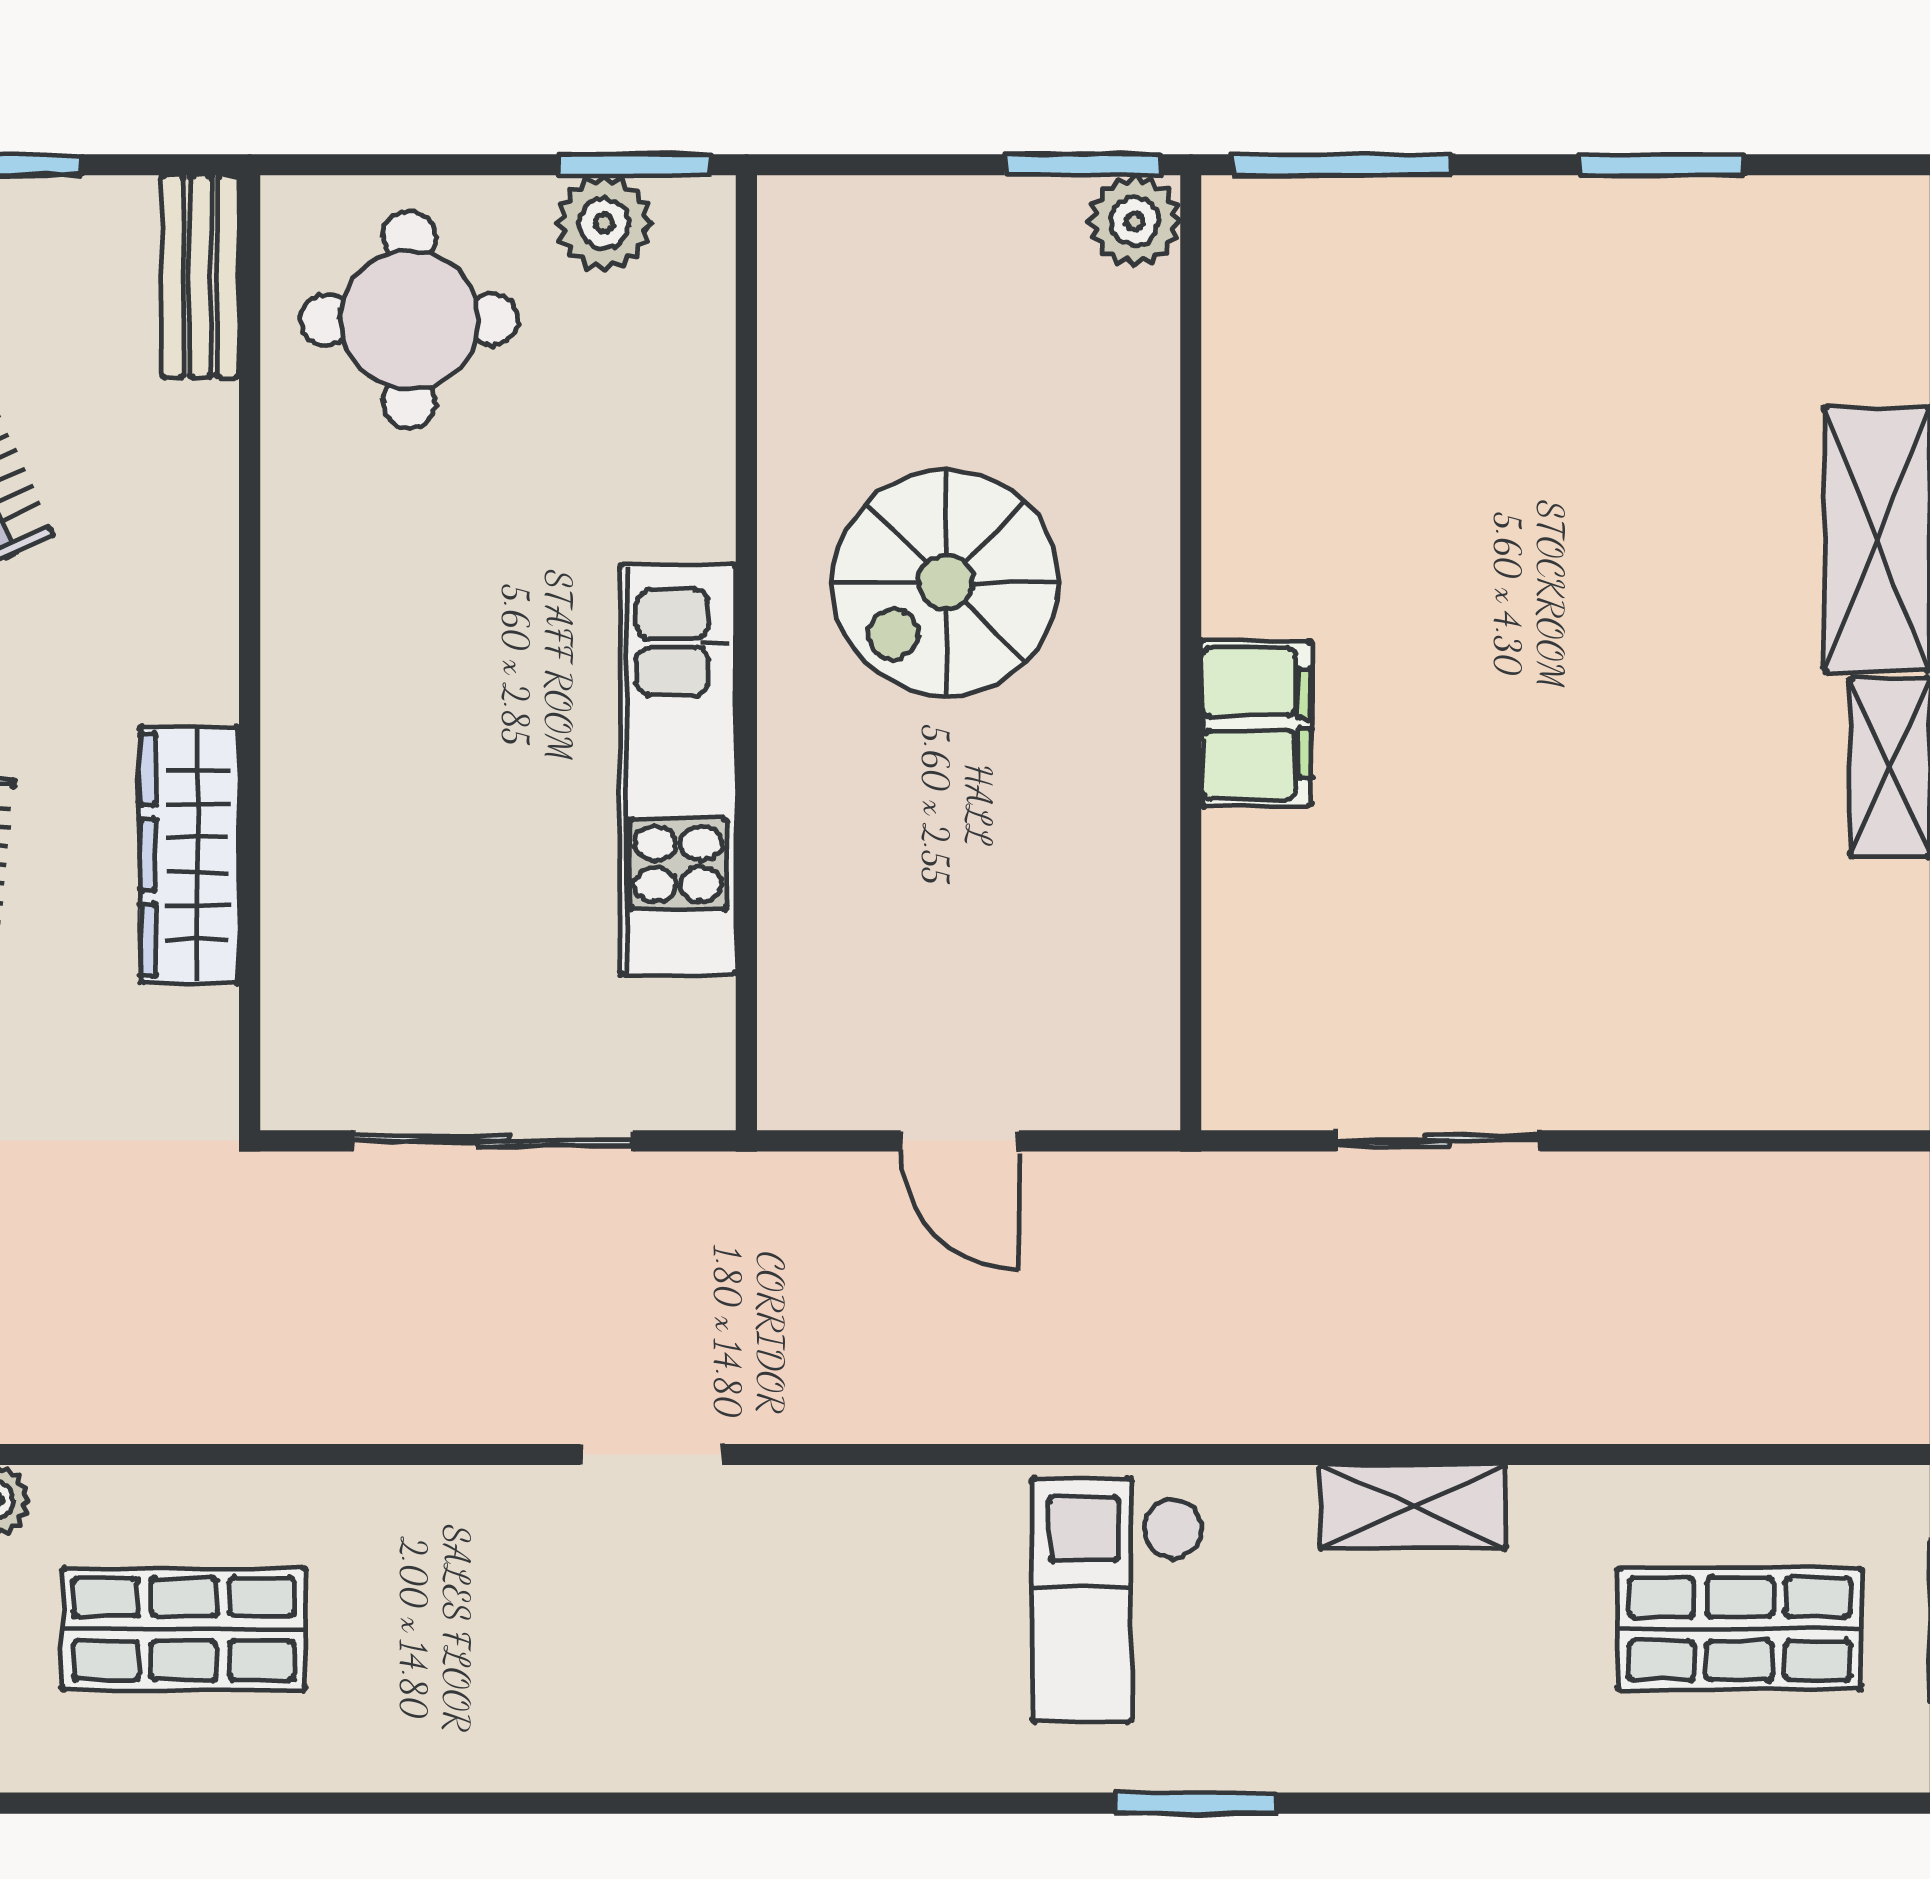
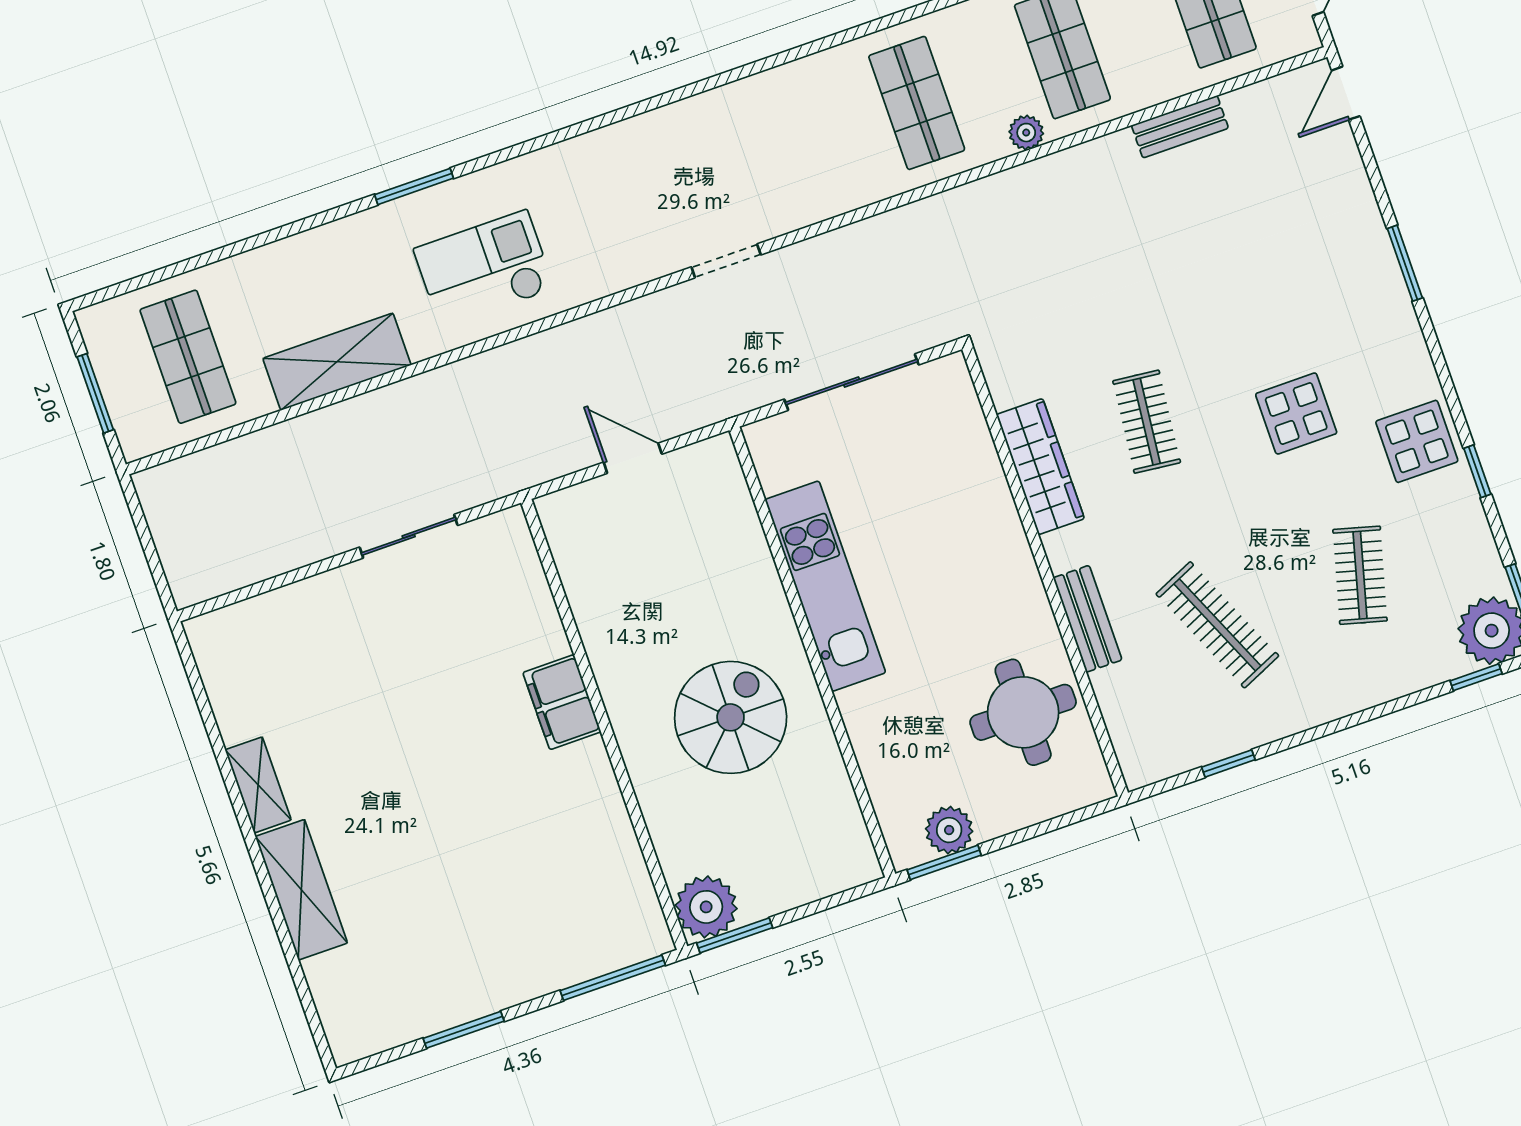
plant: (1134, 221) -> (706, 907), width x1.36, depth x1.36
bench: (201, 276) -> (1088, 619), moved
round table: (409, 320) -> (1023, 712), moved
shelving: (1413, 1507) -> (337, 362), width x1.50, depth x1.33
checkout: (1118, 1600) -> (484, 269), turned -90
shop shelf: (184, 1629) -> (917, 103), turned 90
shop shelf: (1739, 1629) -> (188, 357), turned 90

